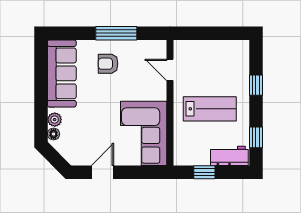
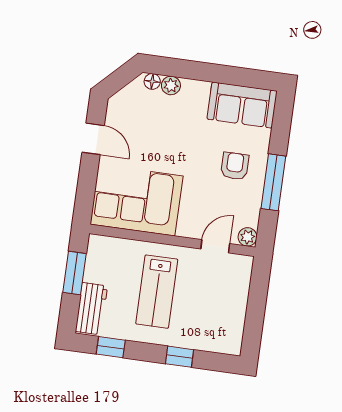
plant: (160, 47) -> (248, 237), added
sofa: (62, 73) -> (242, 105), width x0.73
window: (204, 172) -> (74, 273), width x1.50

